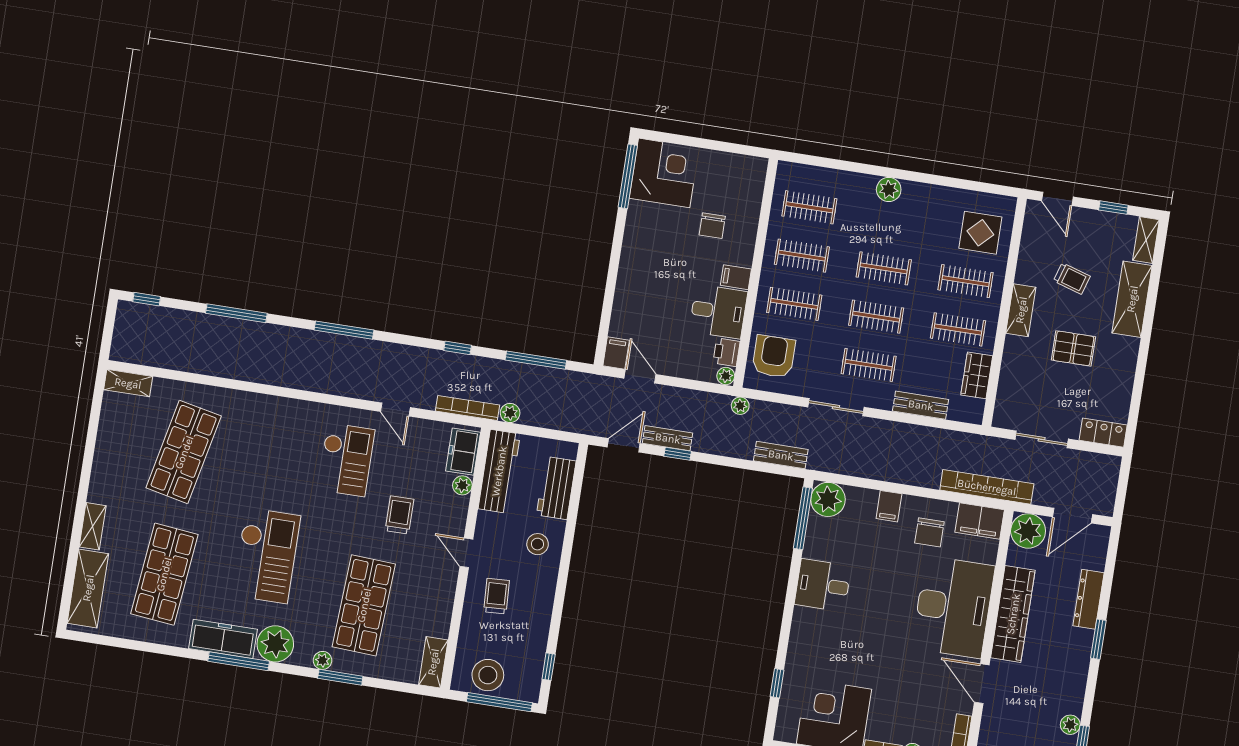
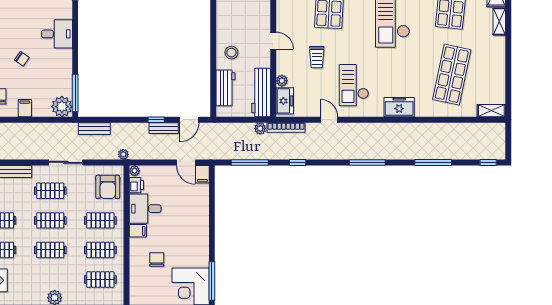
freezer: (278, 412) -> (399, 107), added
desk: (823, 585) -> (57, 34), moved
chair: (881, 588) -> (22, 59), added
trolley: (496, 596) -> (251, 18), removed

